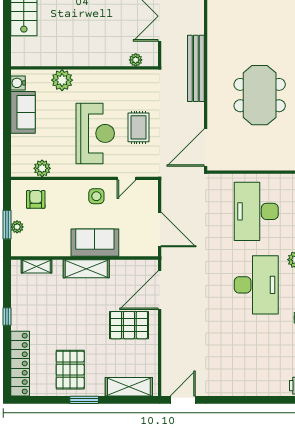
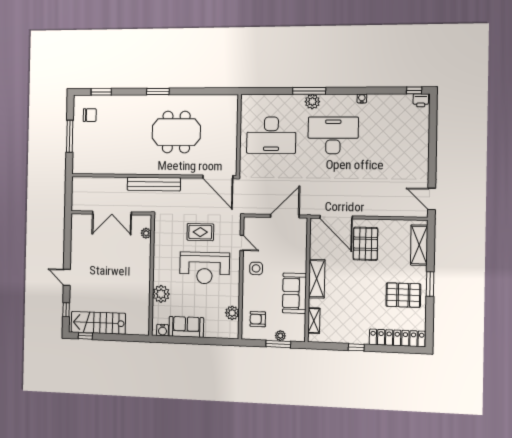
reception desk: (95, 133) -> (205, 268), turned 180
sofa: (95, 243) -> (294, 293), moved

